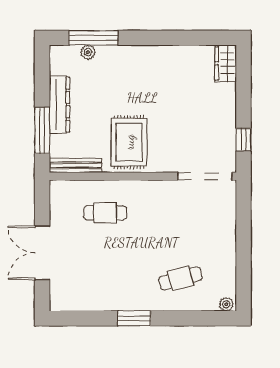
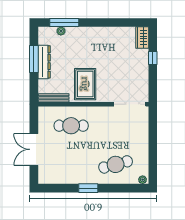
window: (42, 130) -> (34, 59), moved
window: (244, 140) -> (153, 58), moved
cafe table: (105, 213) -> (71, 126), width x1.37, depth x1.35
cafe table: (180, 278) -> (116, 164), width x1.37, depth x1.35

